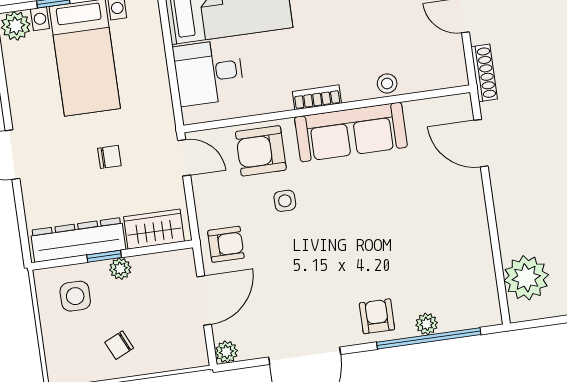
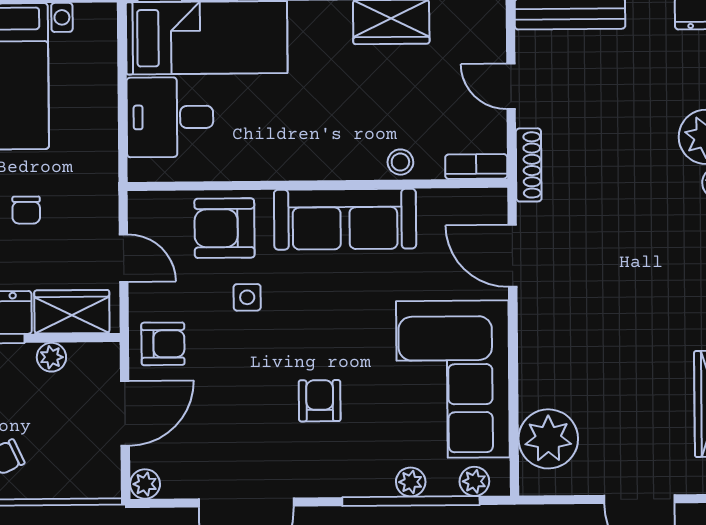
bookcase: (317, 97) -> (476, 167), moved
chair: (109, 157) -> (26, 210), turned 90
door: (184, 158) -> (124, 258), moved
corner sofa: (448, 242) -> (453, 379), added
plant: (120, 269) -> (51, 357), moved
armchair: (377, 316) -> (320, 401), moved
plant: (475, 317) -> (474, 481), added

